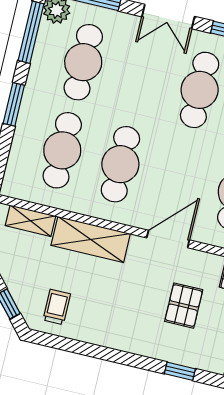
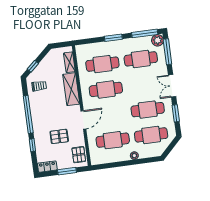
door: (168, 239) -> (83, 120), hinge flipped
window: (110, 355) -> (28, 114), added

